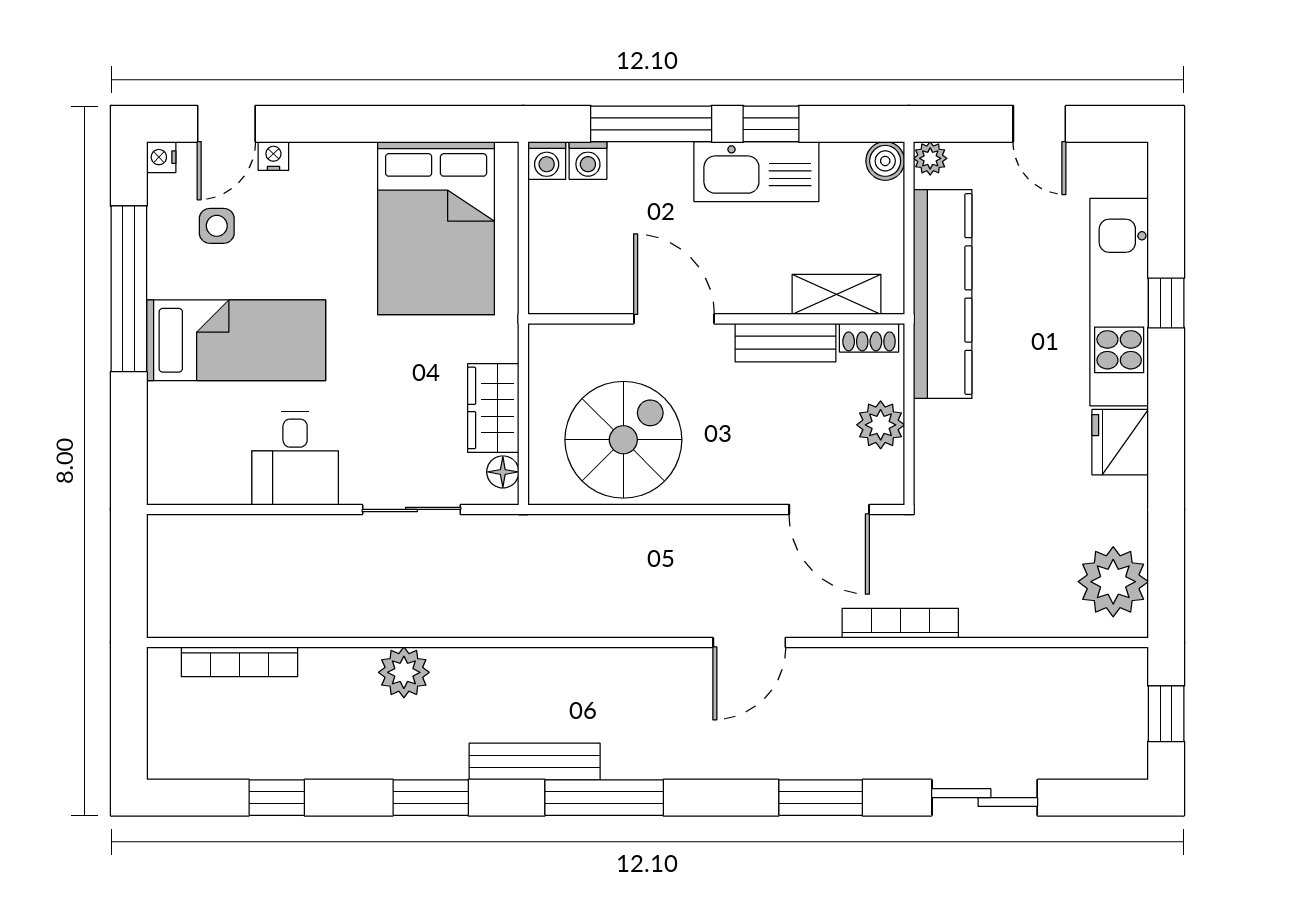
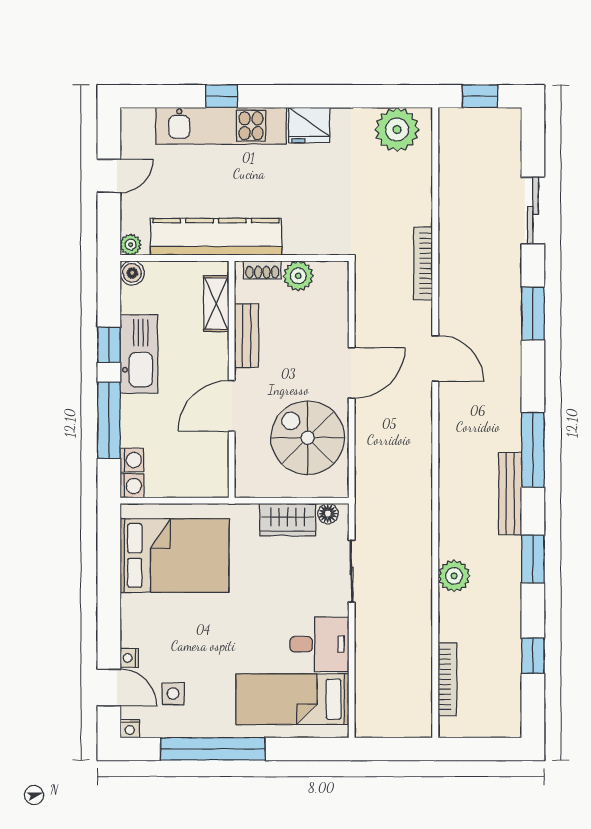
shoe rack: (869, 338) -> (262, 270), moved, turned 90
bed: (236, 340) -> (292, 699), moved, turned -90
door: (829, 509) -> (352, 373), moved

